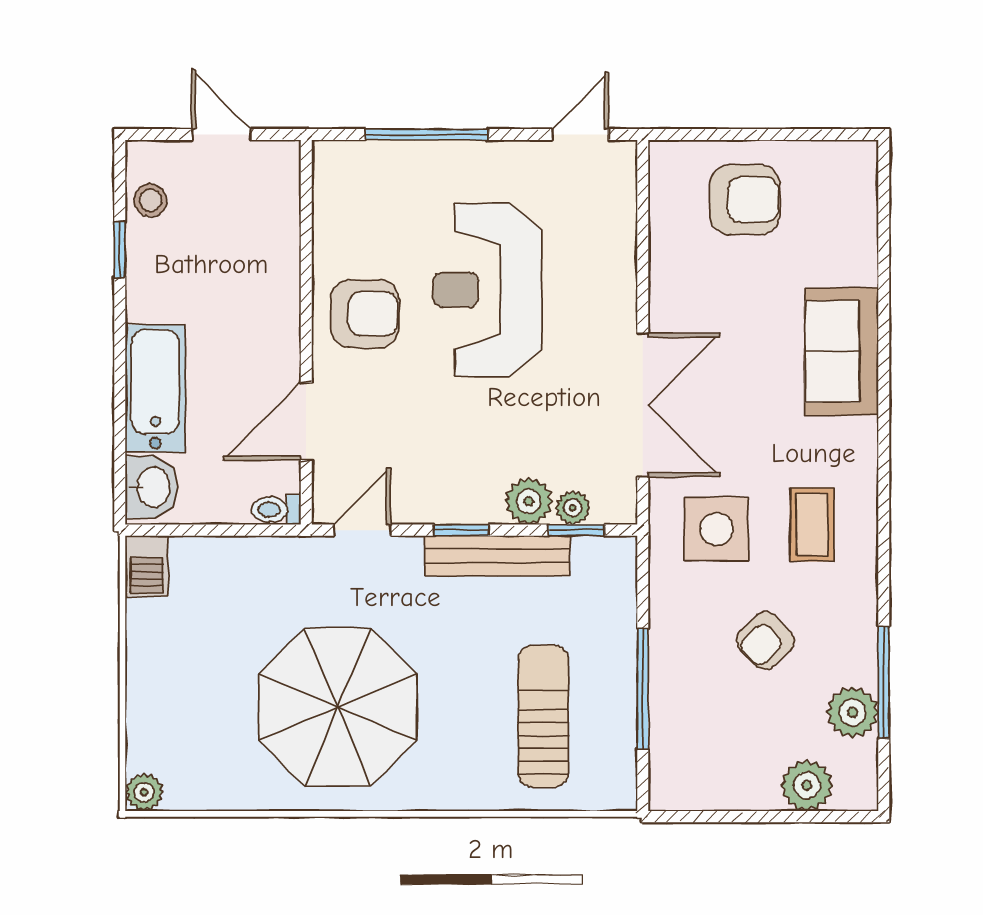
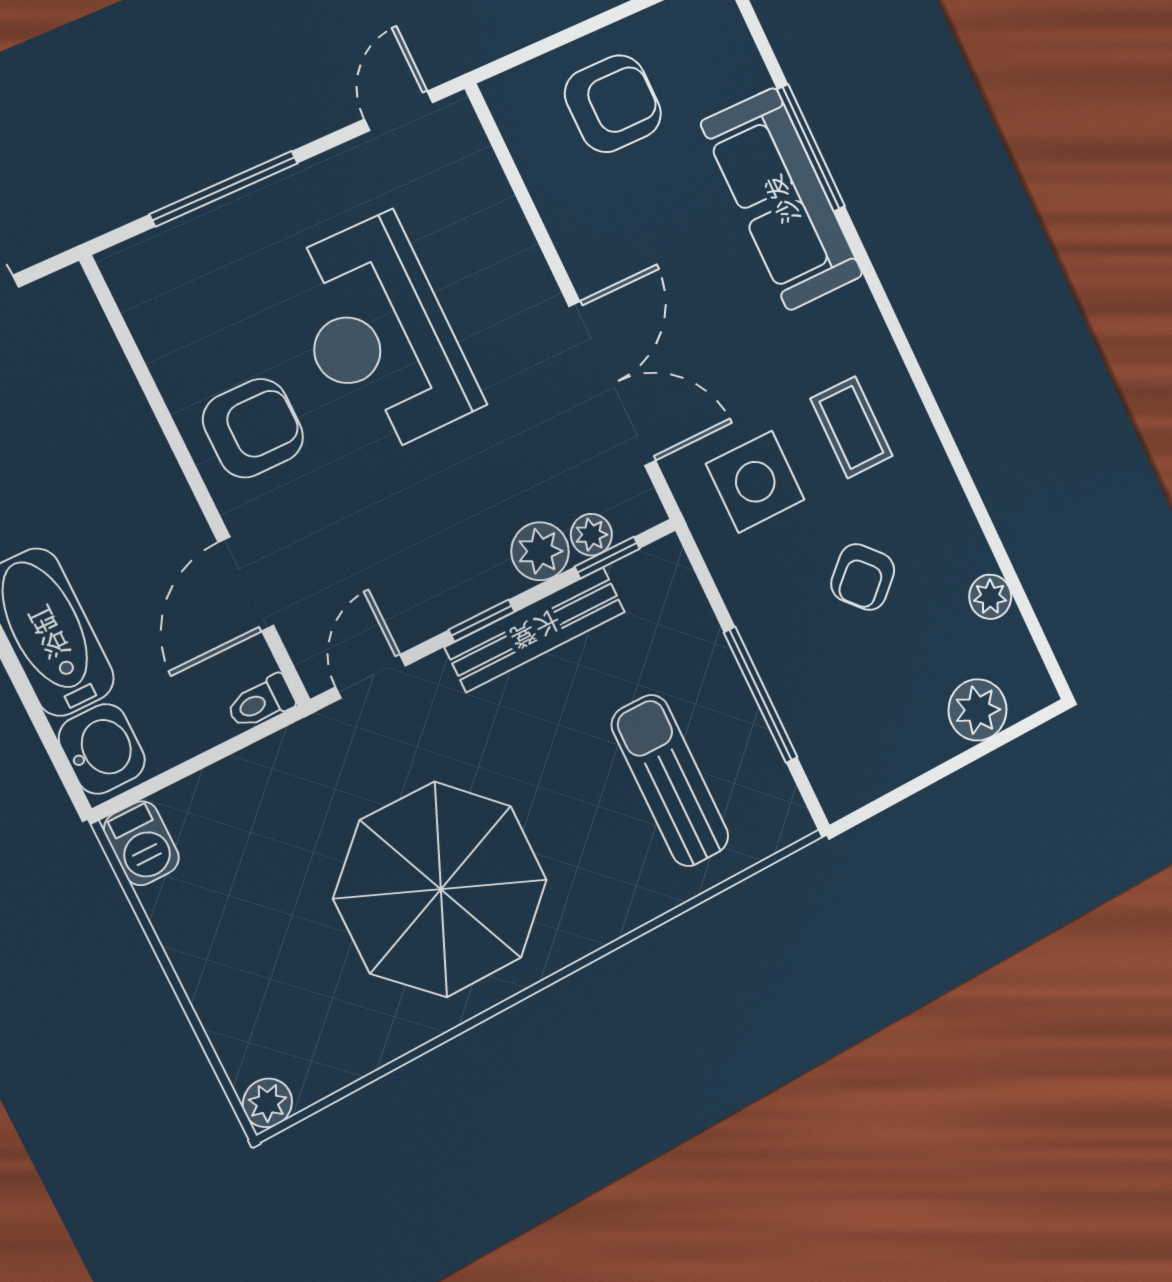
sofa: (842, 351) -> (782, 199), width x1.36
window: (884, 682) -> (811, 148), moved
plant: (853, 712) -> (990, 597), width x0.73, depth x0.73

